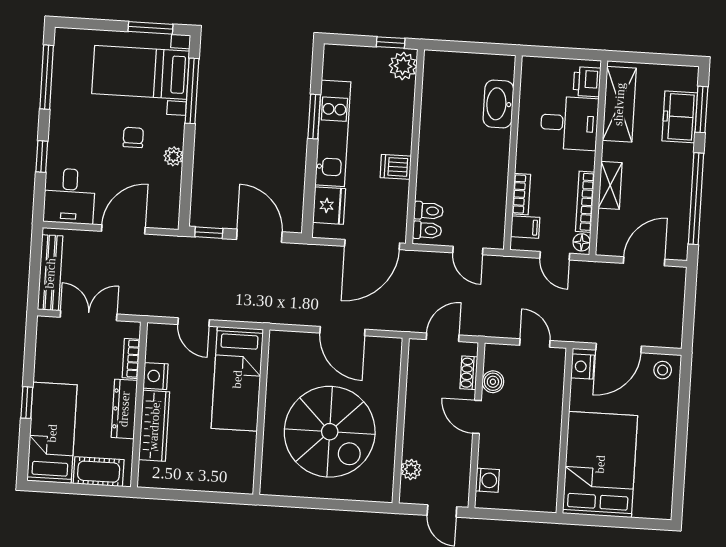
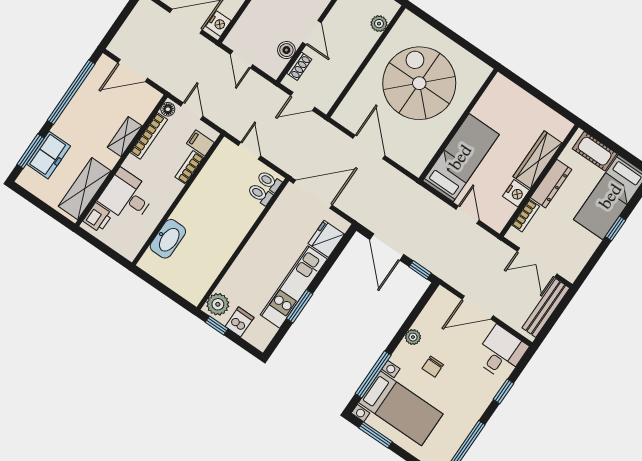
dishwasher: (396, 167) -> (240, 322), moved, turned -90

